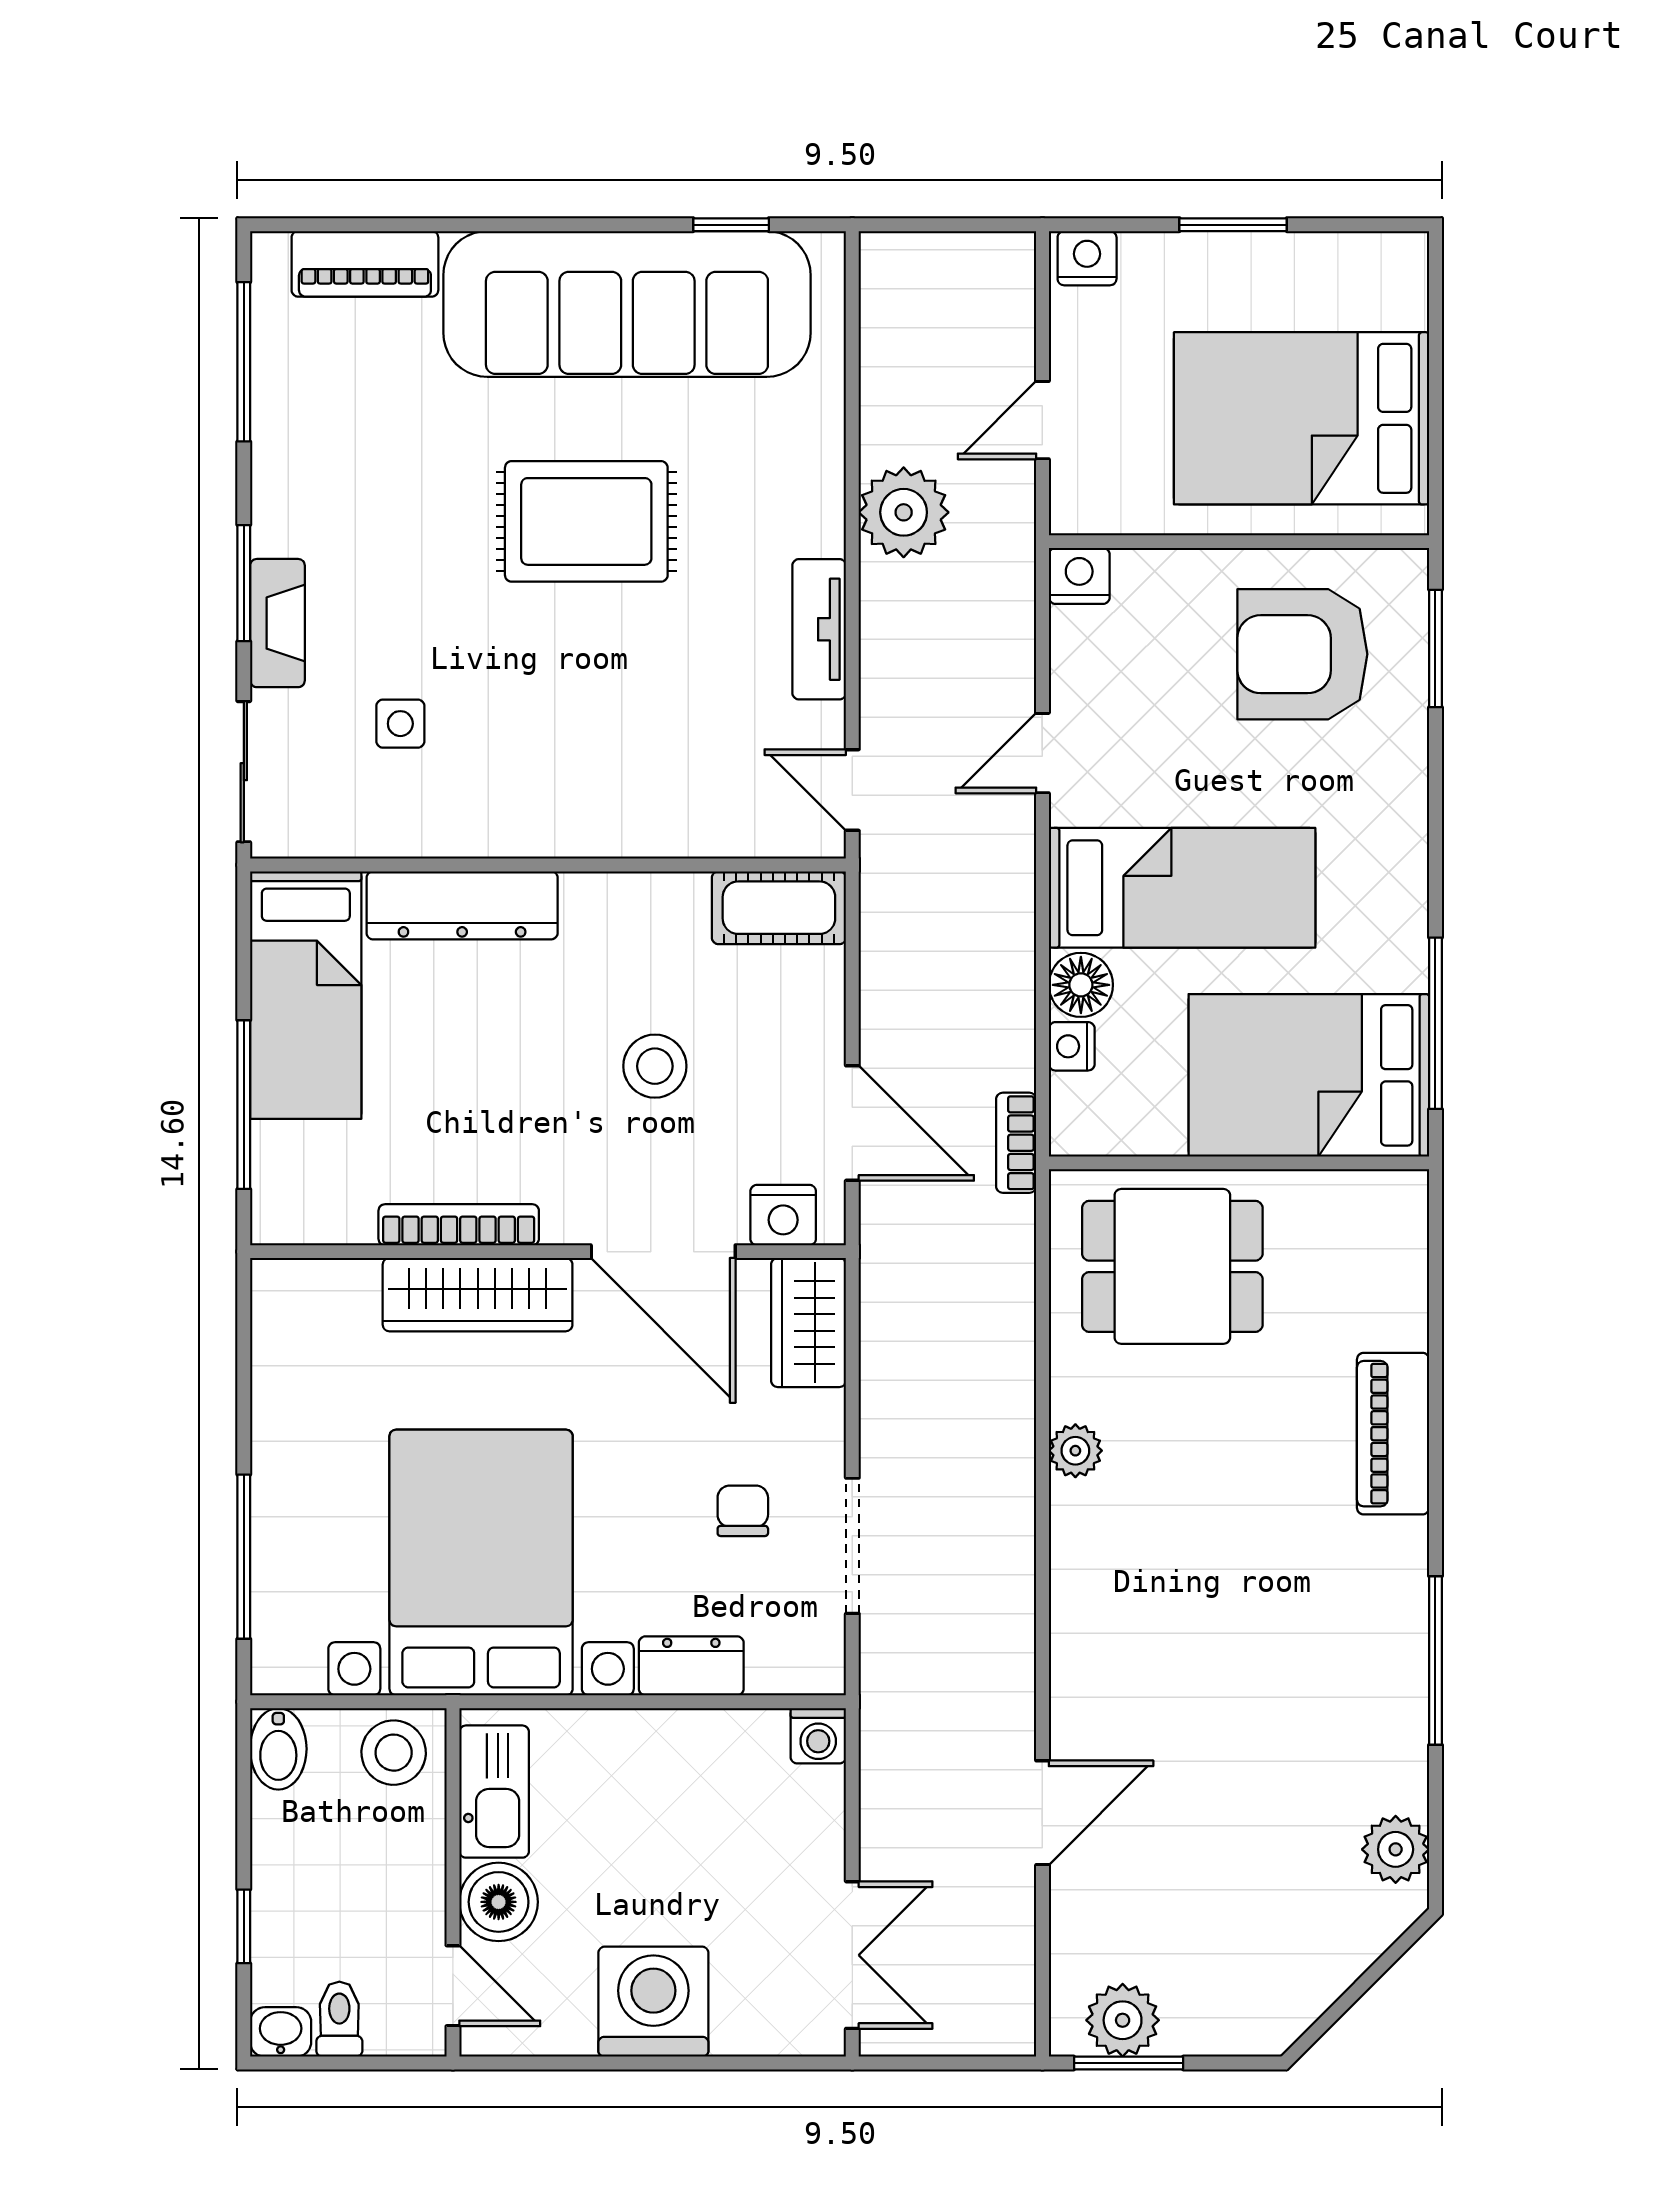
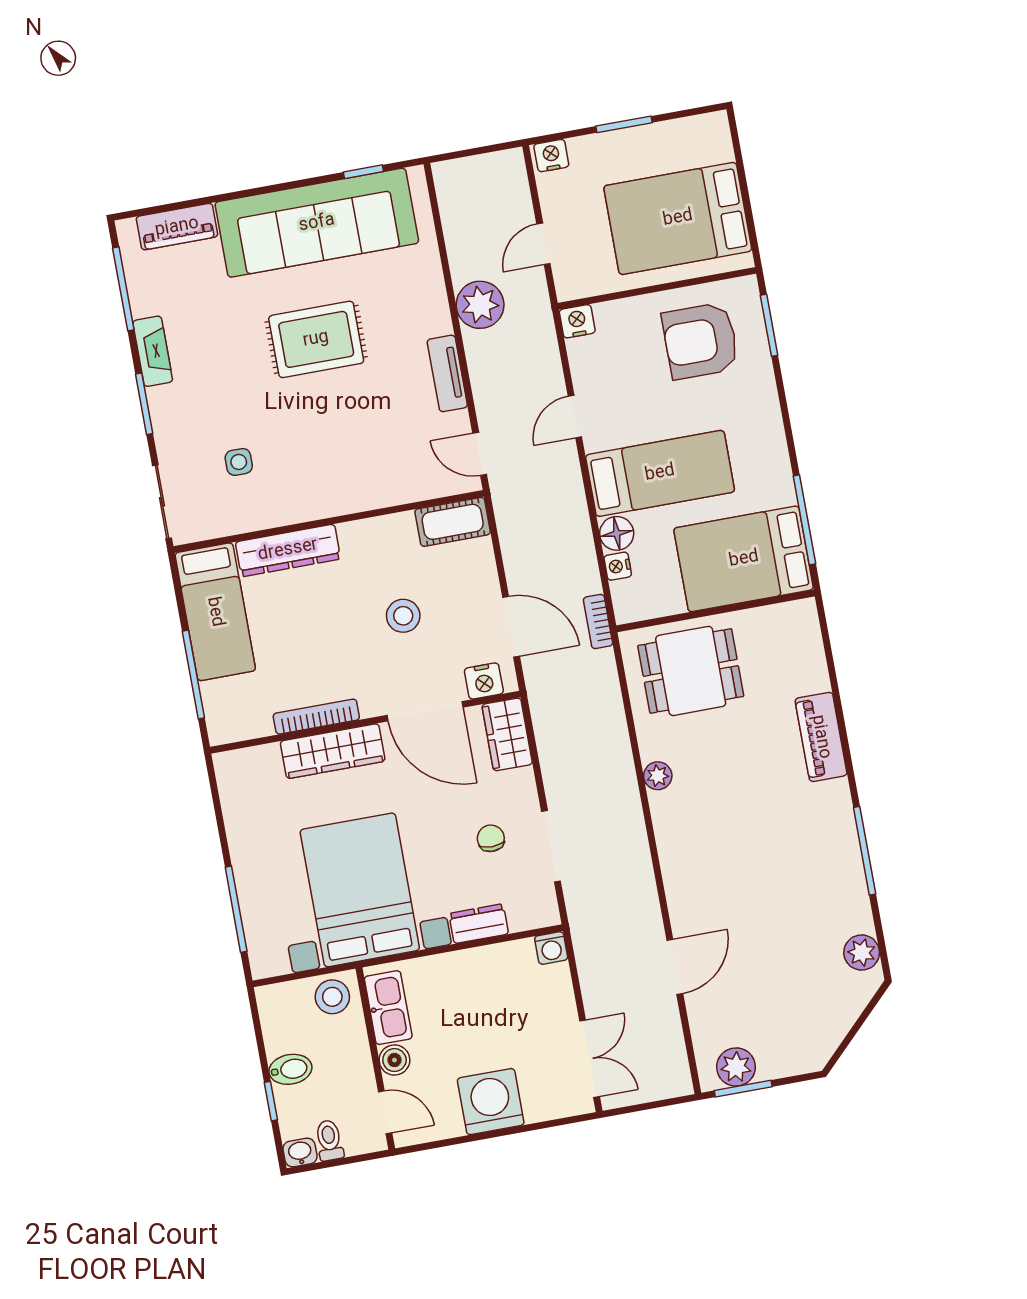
fireplace: (277, 623) -> (153, 351), moved
bidet: (278, 1749) -> (290, 1069), moved, turned -90
boiler: (499, 1902) -> (394, 1060), width x0.73, depth x0.73

